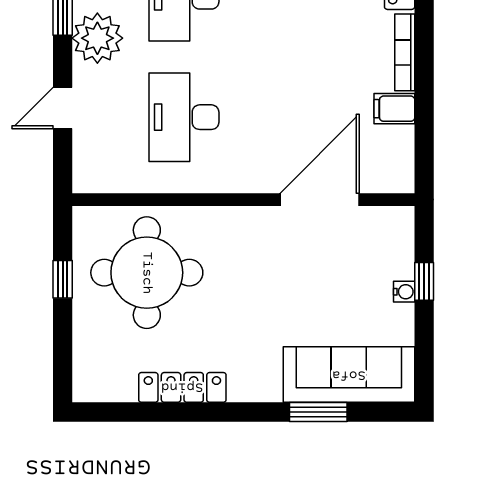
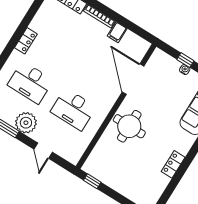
round table: (147, 273) -> (129, 126), moved, width x0.73, depth x0.73
window: (63, 279) -> (92, 181), moved
locker: (182, 387) -> (173, 164), width x0.66

